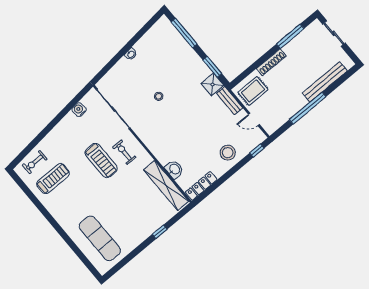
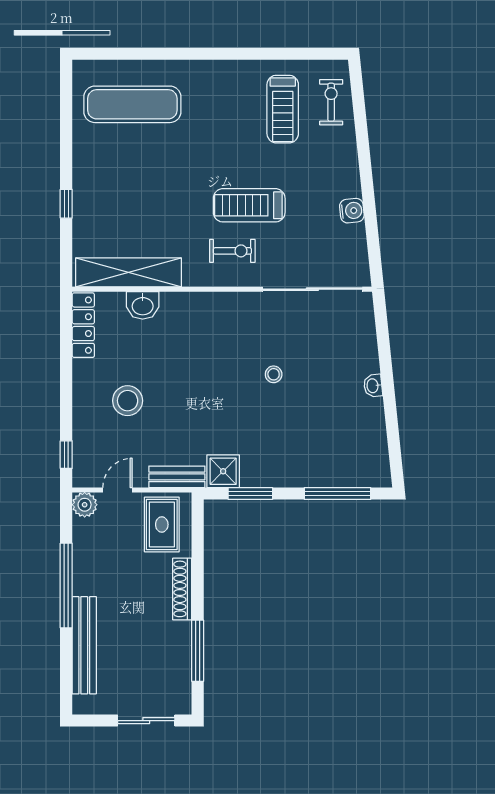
water cooler: (79, 110) -> (352, 211), moved
plant: (270, 127) -> (85, 505), added
stool: (228, 153) -> (128, 401), moved

